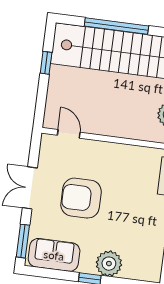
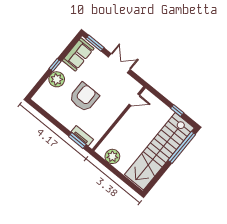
window: (116, 26) -> (182, 147), moved
armchair: (81, 198) -> (84, 97), moved

